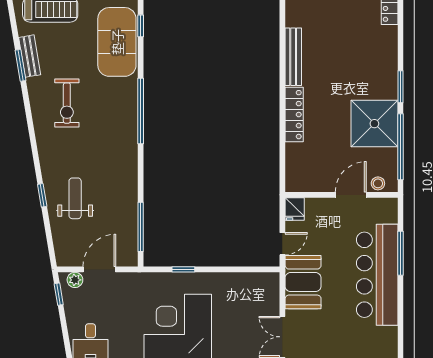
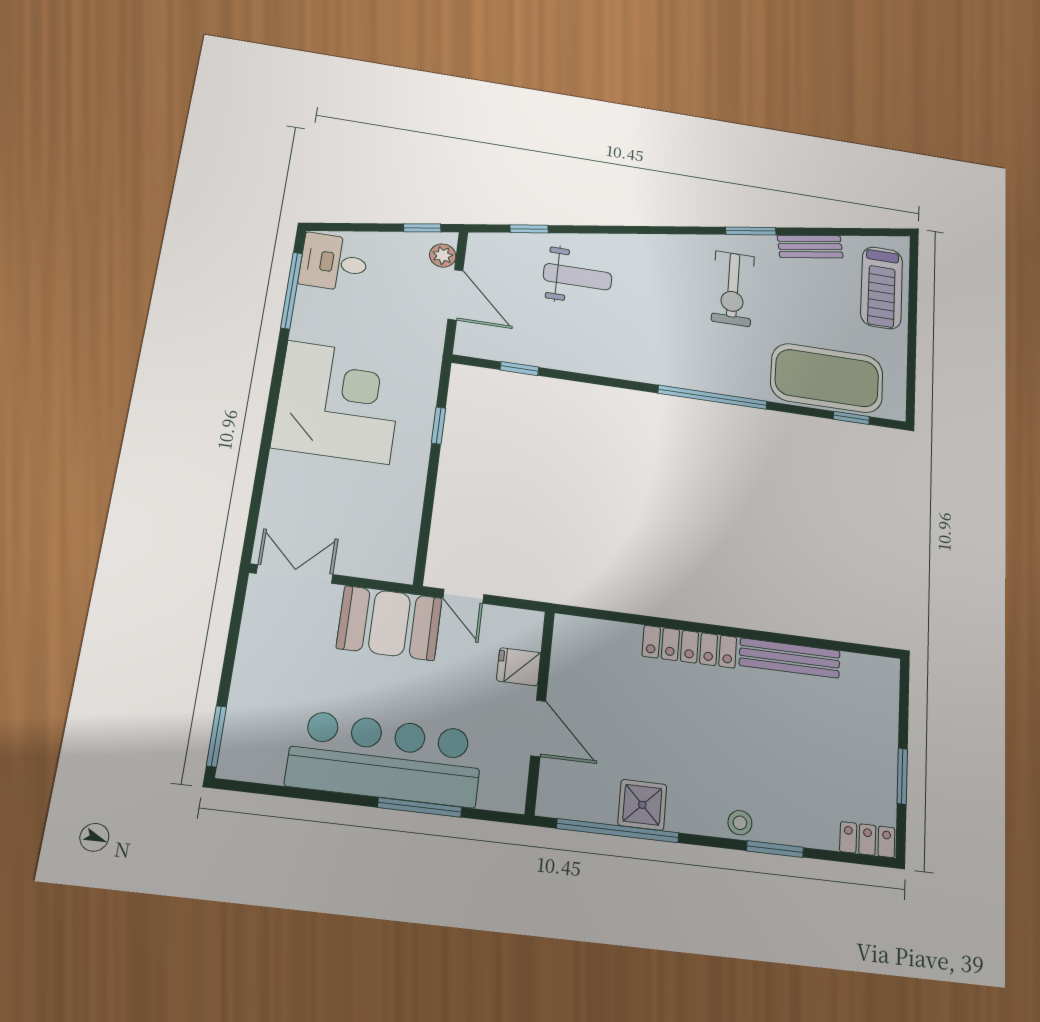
window: (20, 65) -> (751, 231), moved
window: (401, 87) -> (775, 849), moved
exercise bike: (67, 103) -> (733, 289), turned -90
shower: (374, 124) -> (642, 805), width x0.54, depth x0.54
stool: (378, 183) -> (740, 823), moved
window: (42, 195) -> (529, 229), moved
fridge: (295, 209) -> (519, 667), moved
window: (141, 227) -> (519, 369), width x0.46

